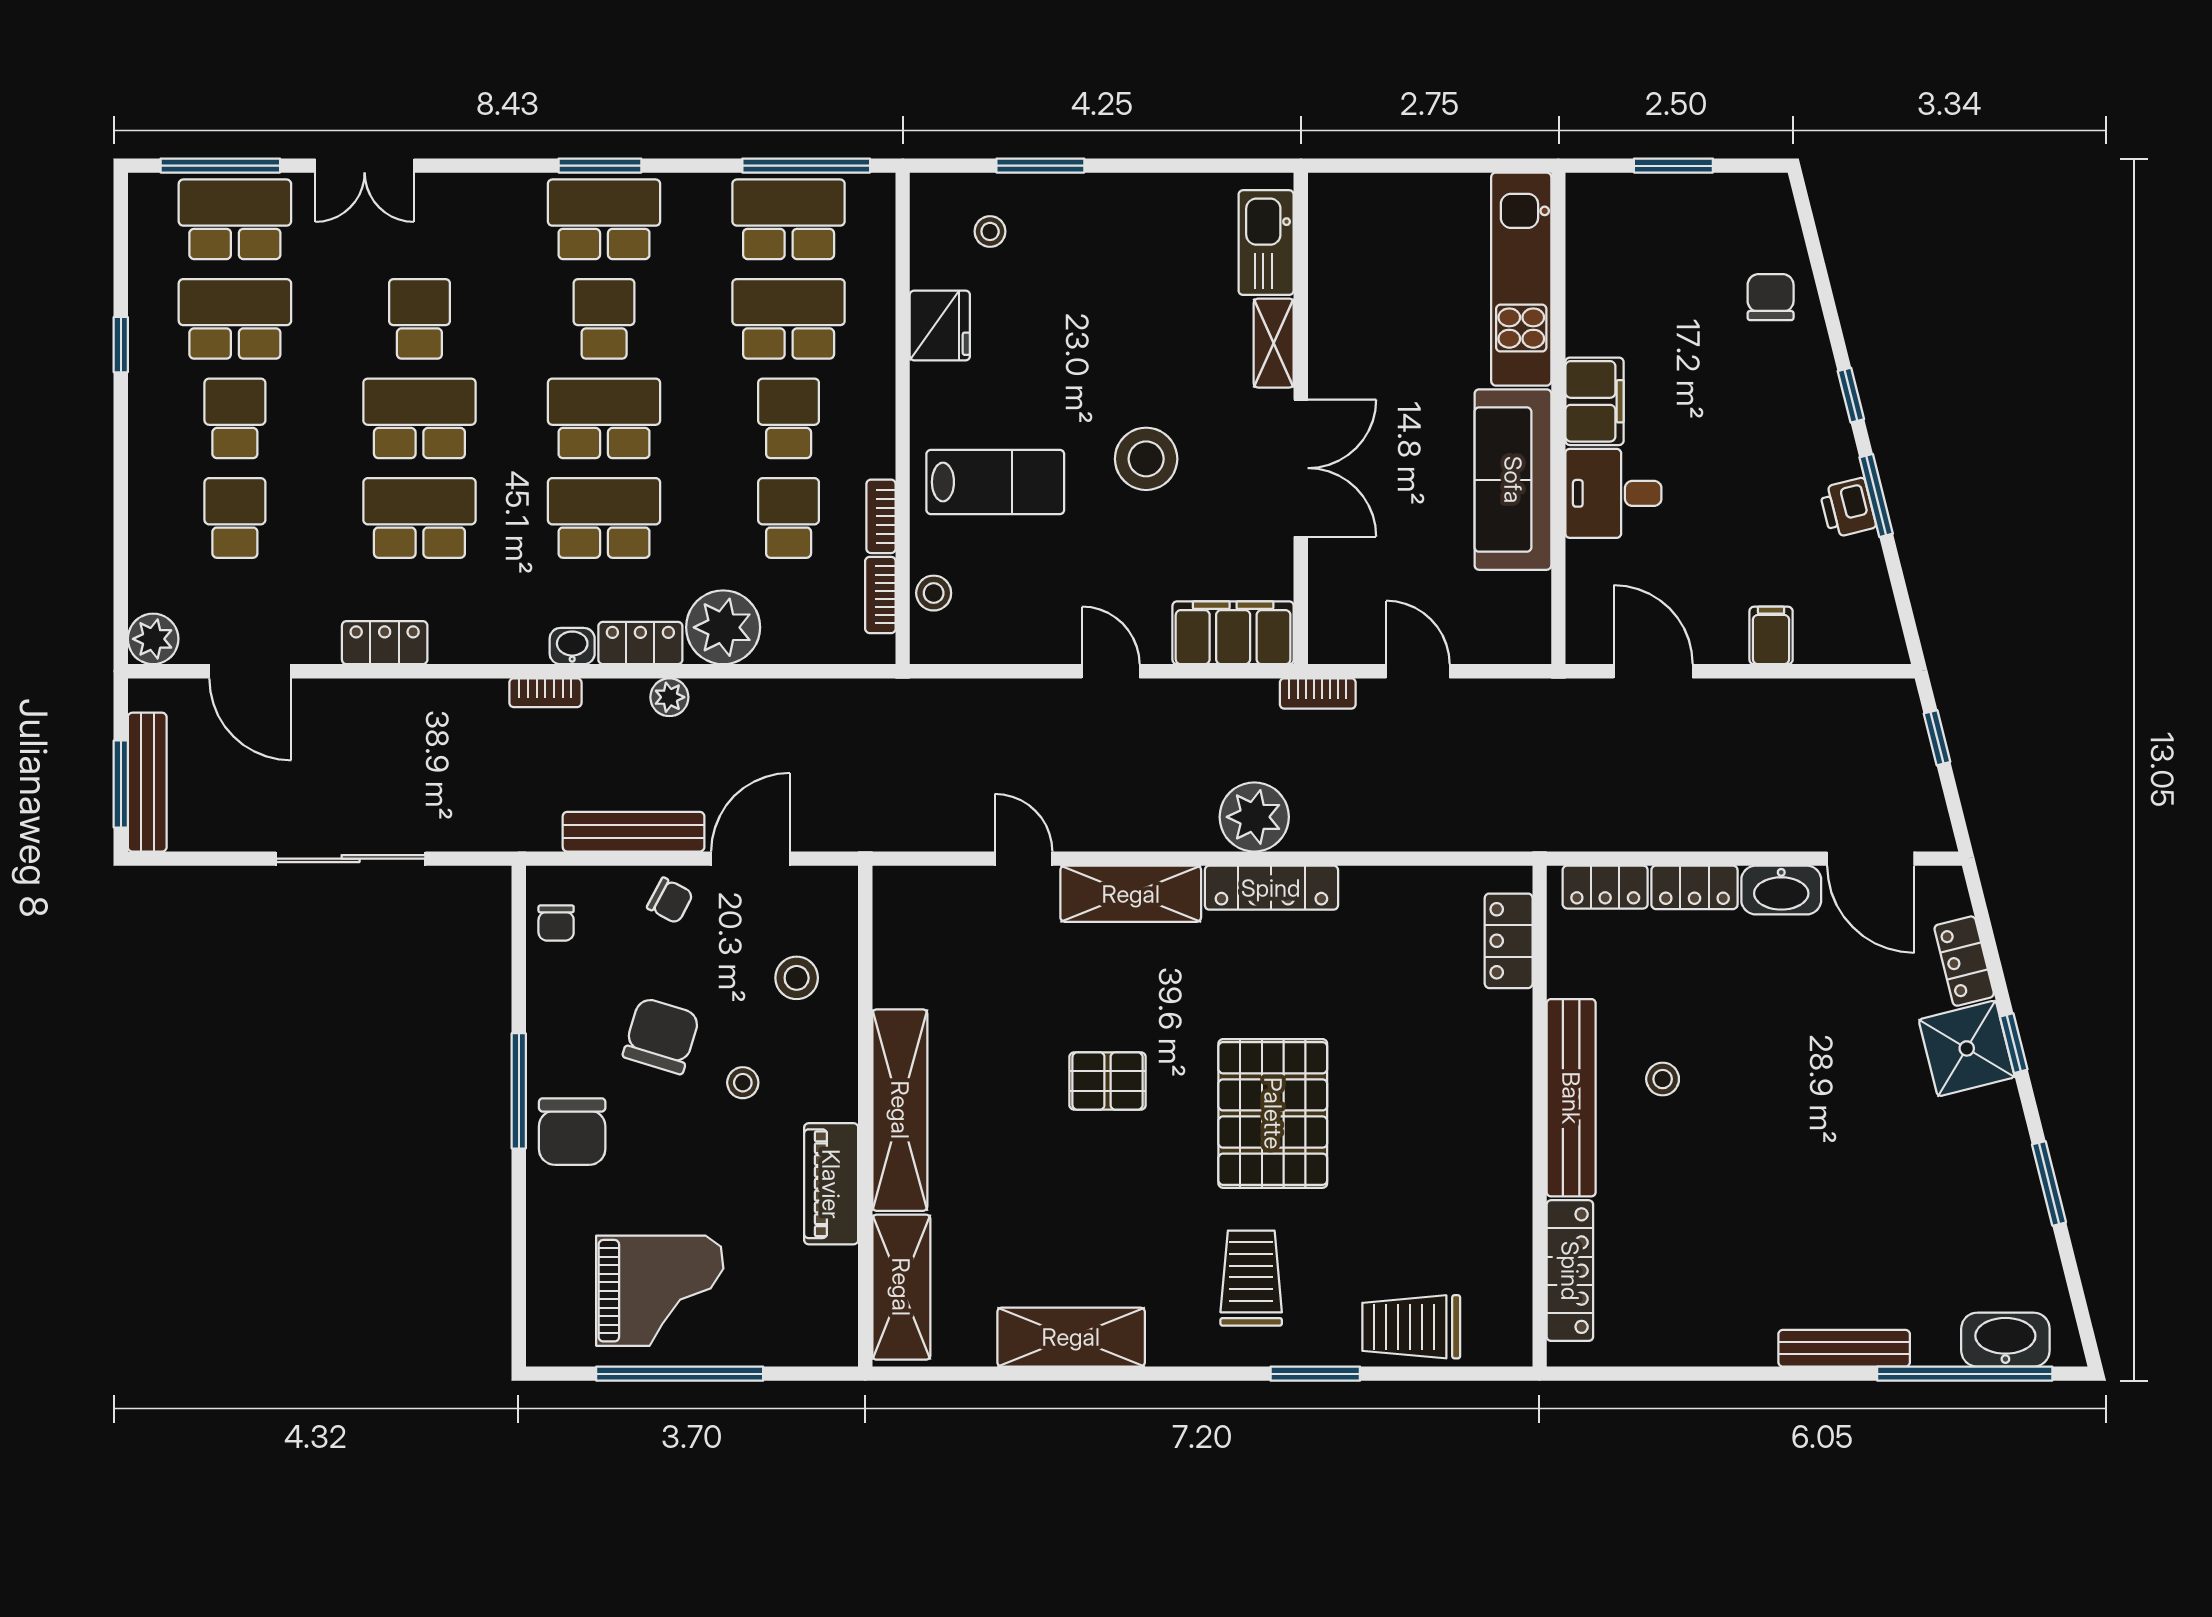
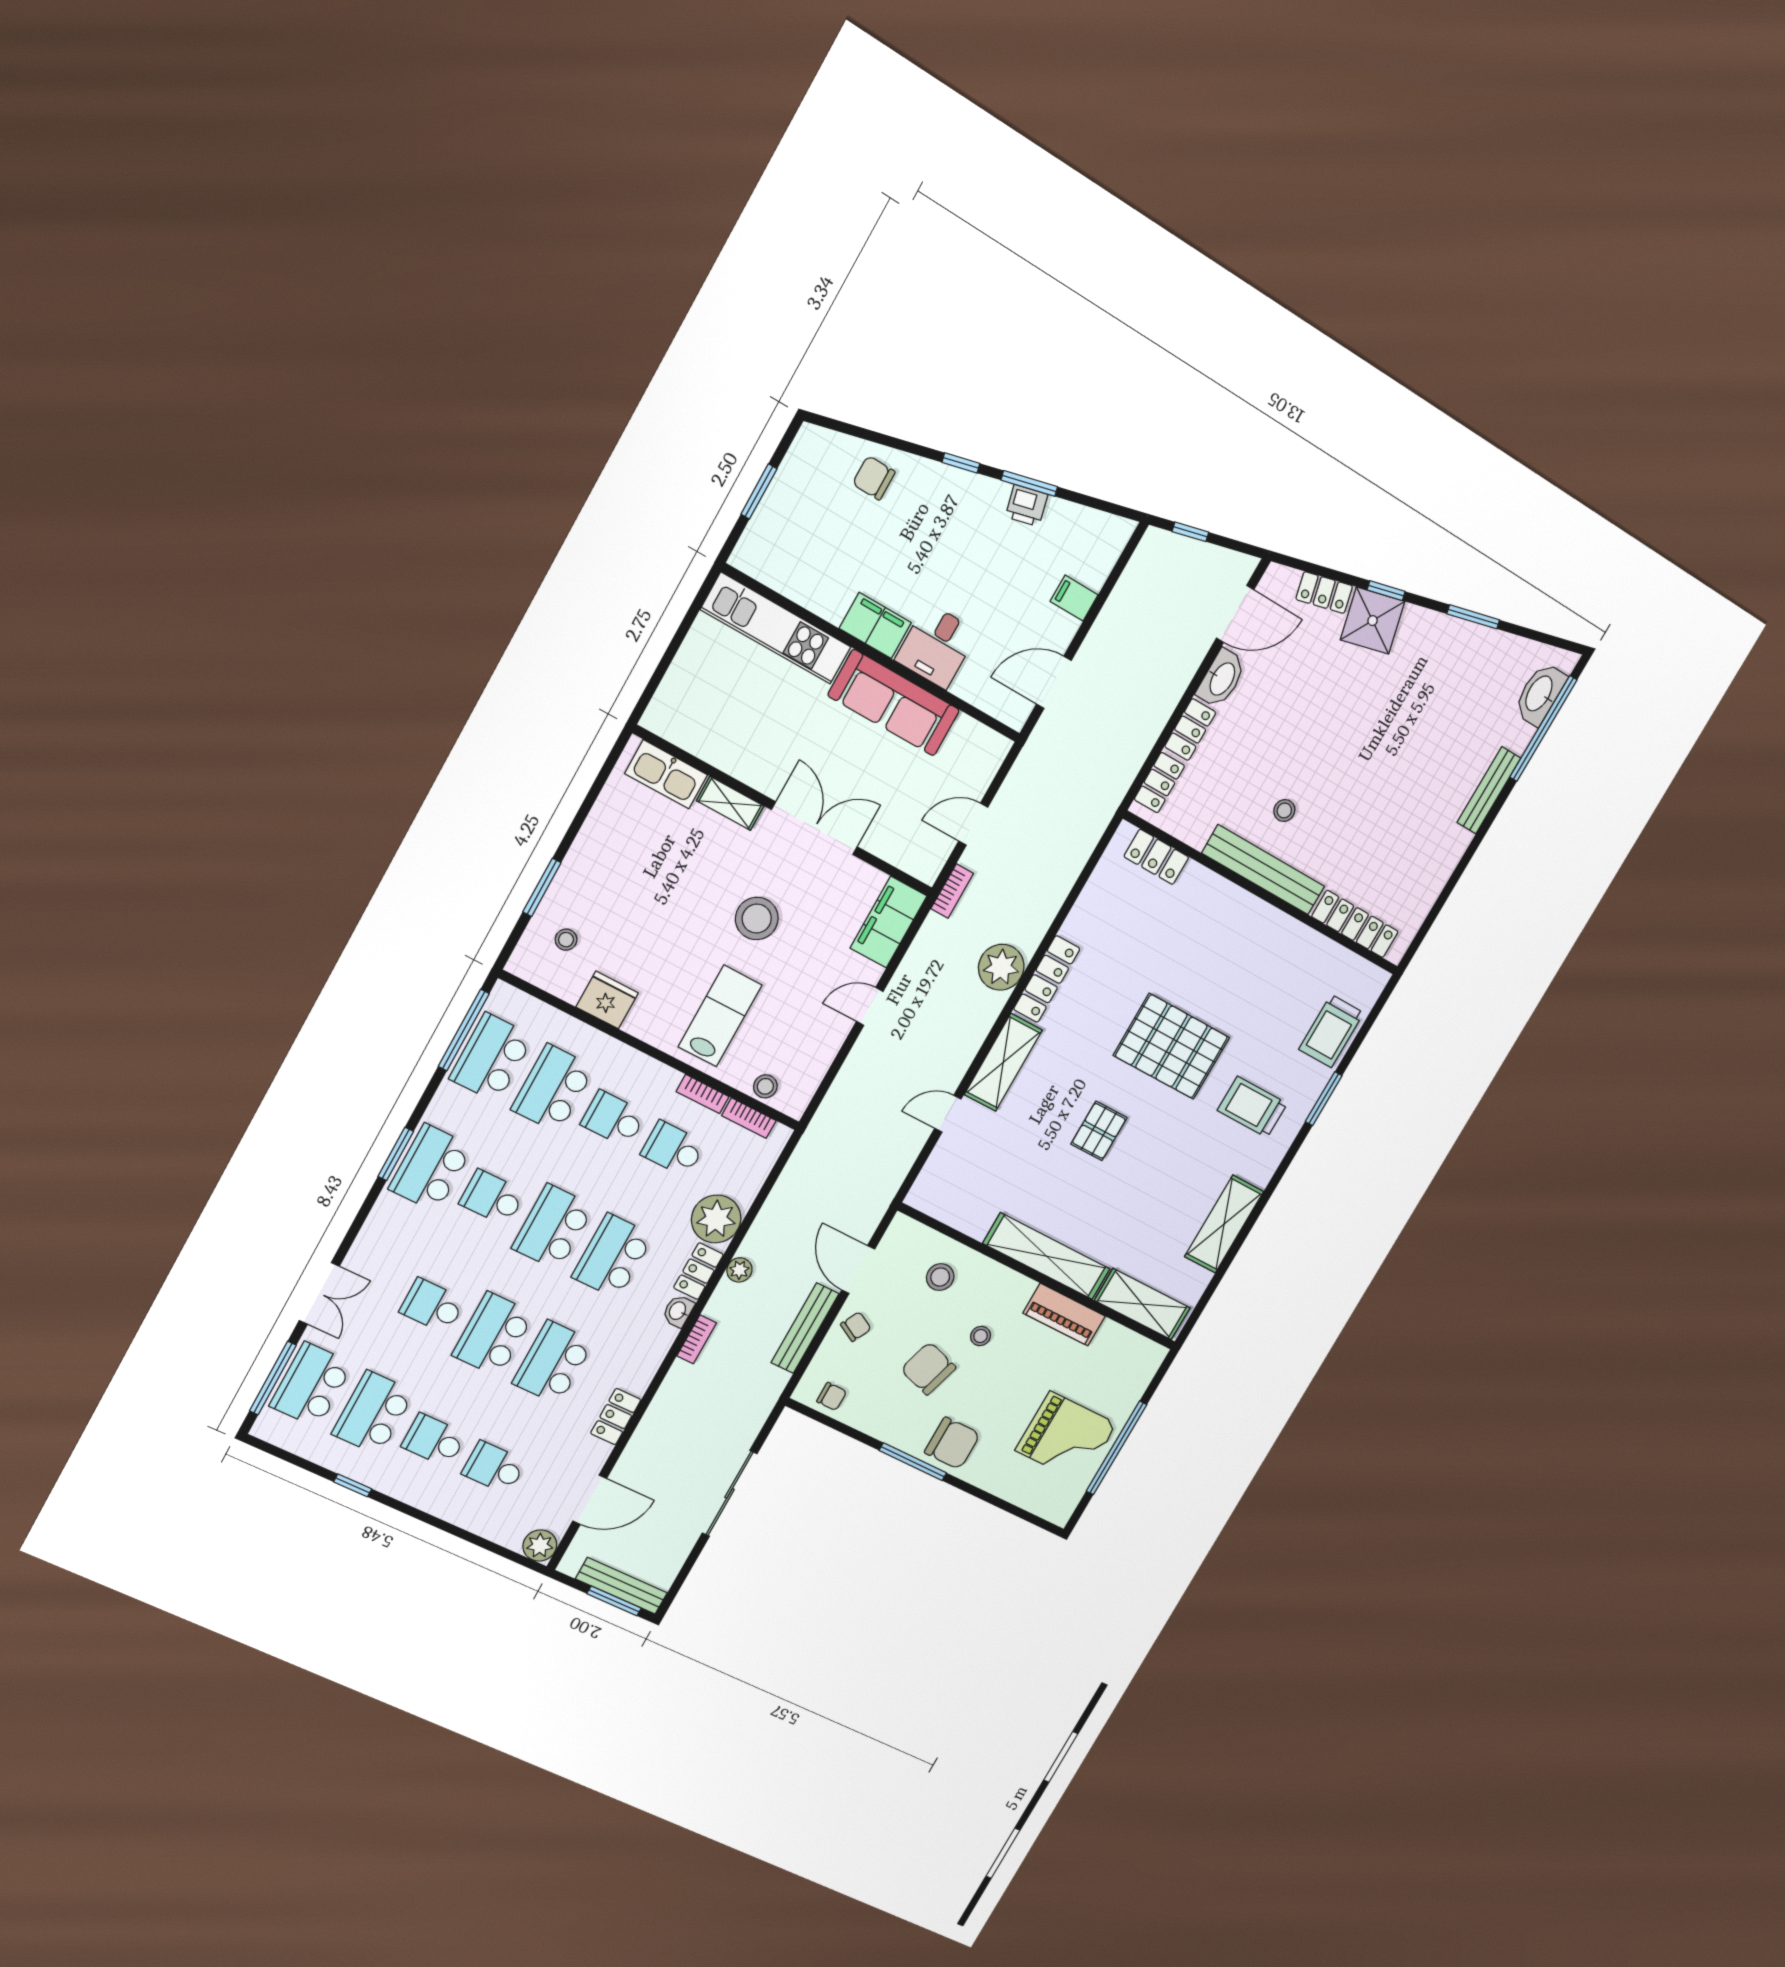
grand piano: (660, 1291) -> (1066, 1437), turned 90

